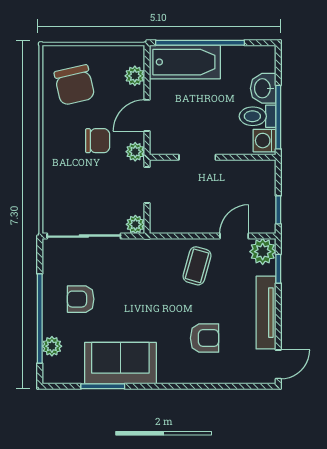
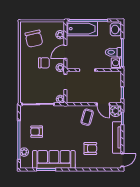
washbasin: (263, 88) -> (116, 29), moved
door: (234, 236) -> (103, 104), swing flipped
sofa: (120, 363) -> (54, 159), width x1.36

